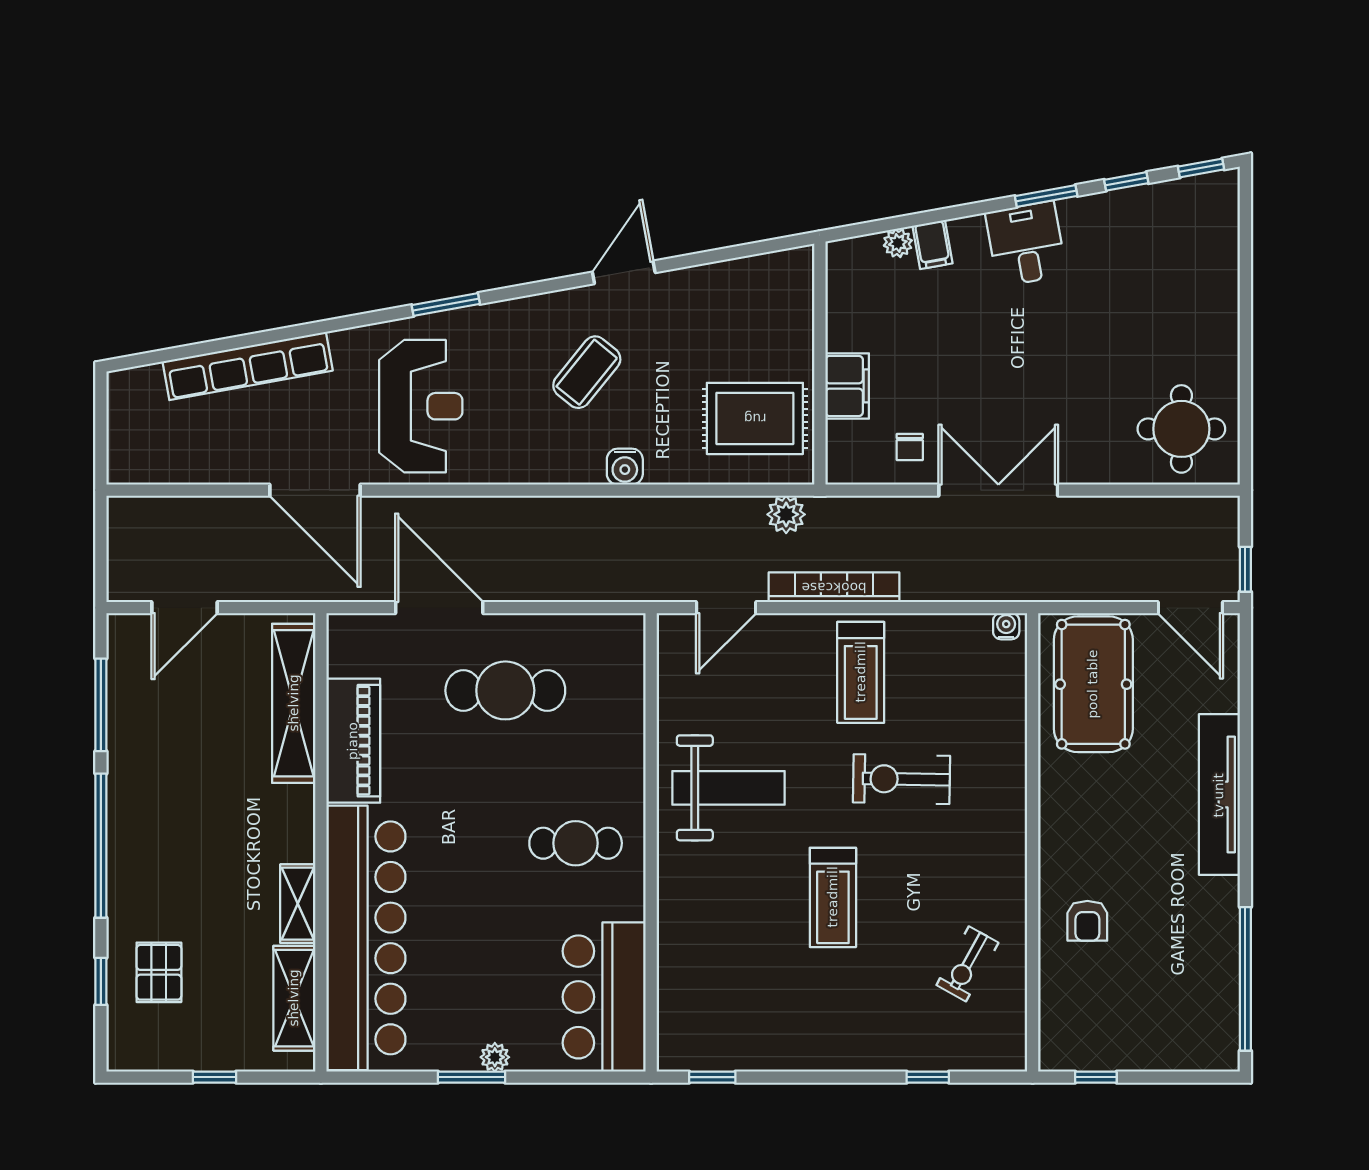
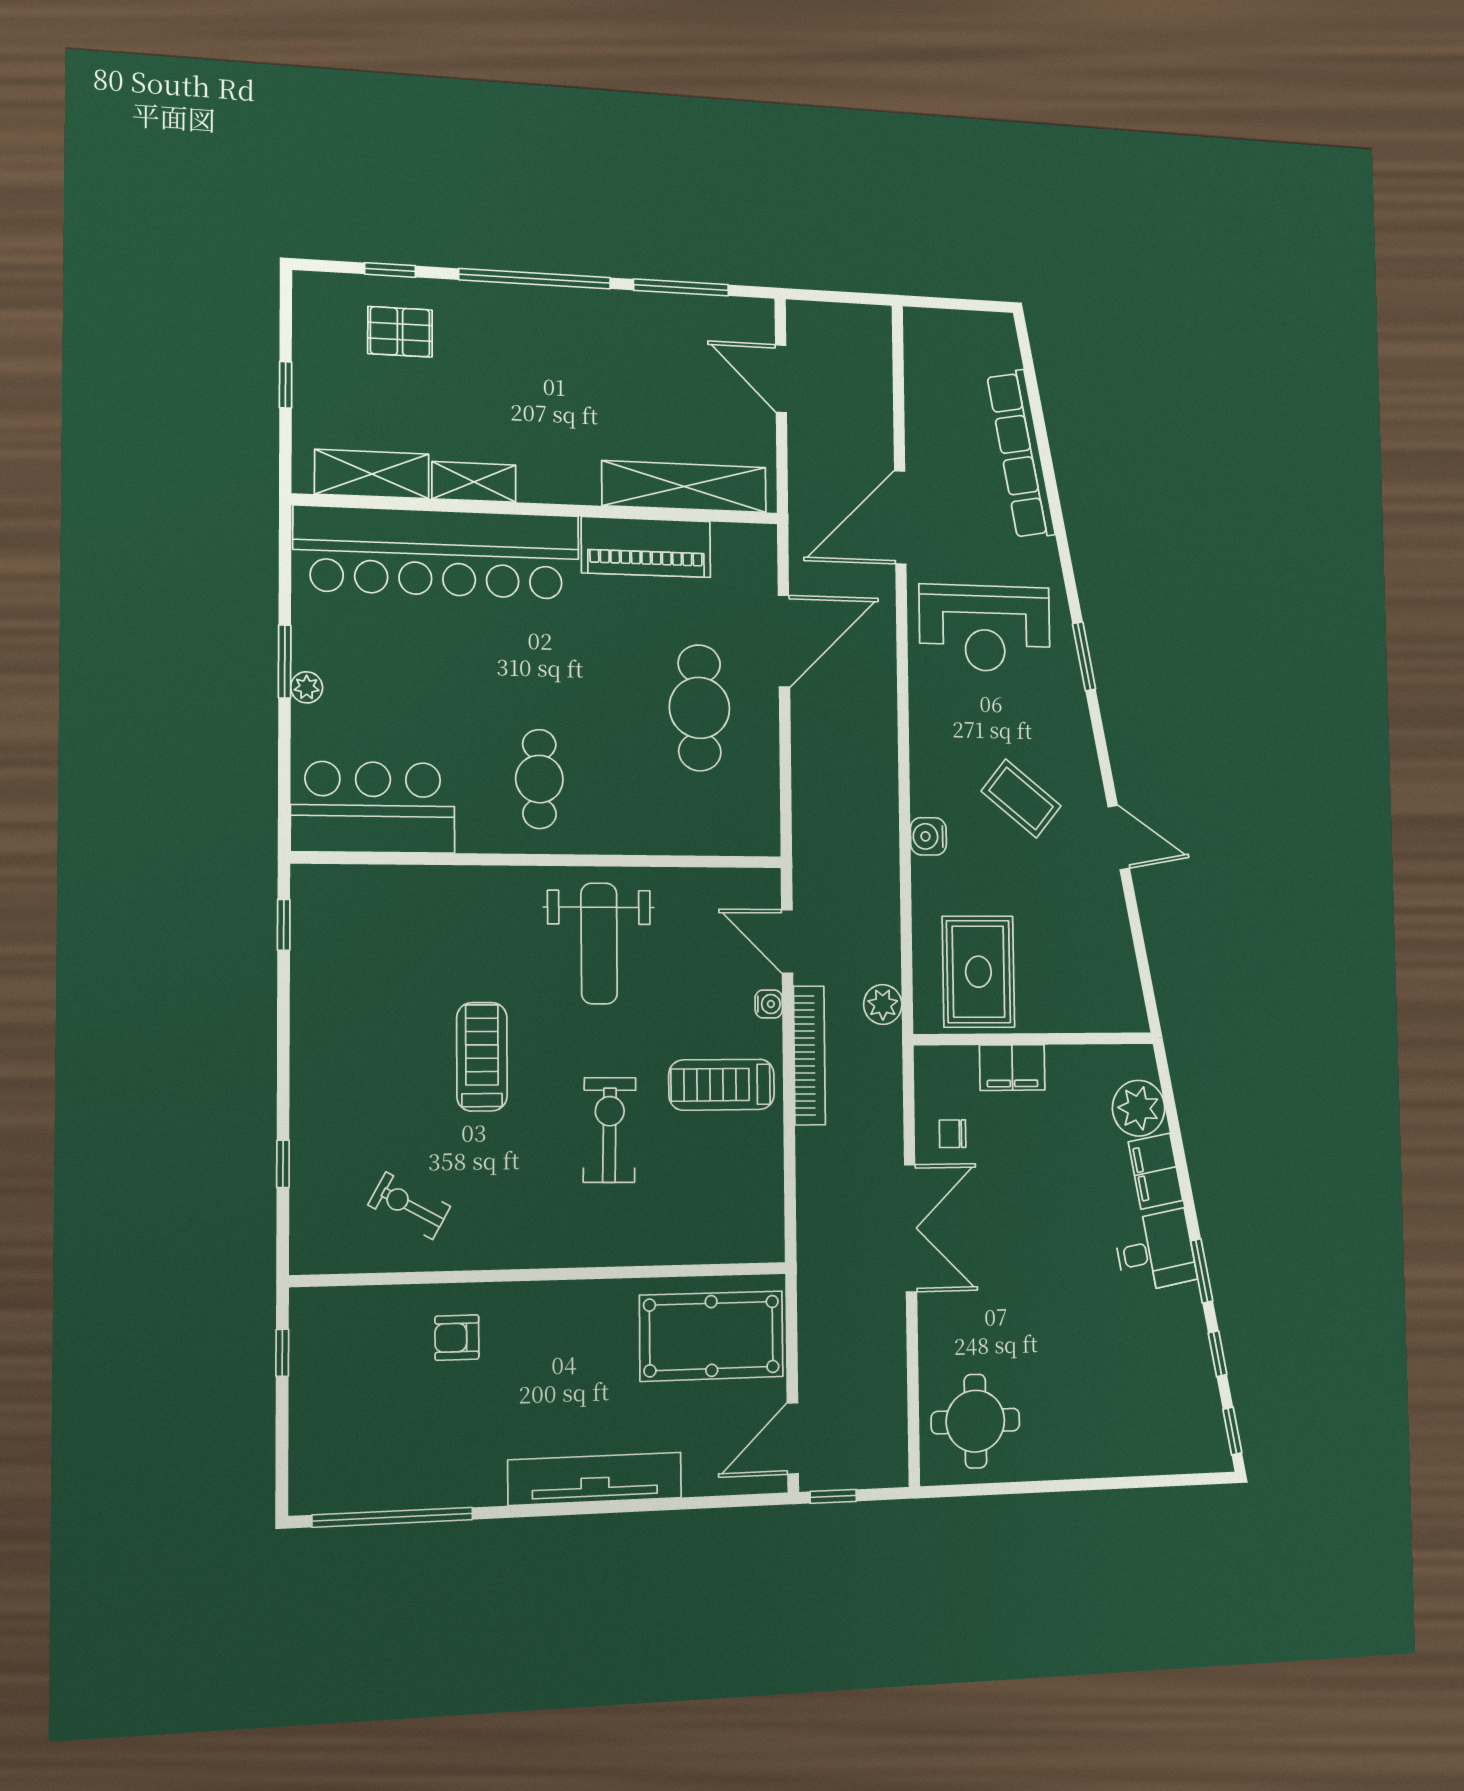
plant: (898, 243) -> (1139, 1108), width x1.88, depth x1.88
filing cabinet: (933, 245) -> (1155, 1171), width x2.00
water cooler: (1006, 626) -> (769, 1004), moved
treadmill: (833, 897) -> (482, 1057), turned 90

